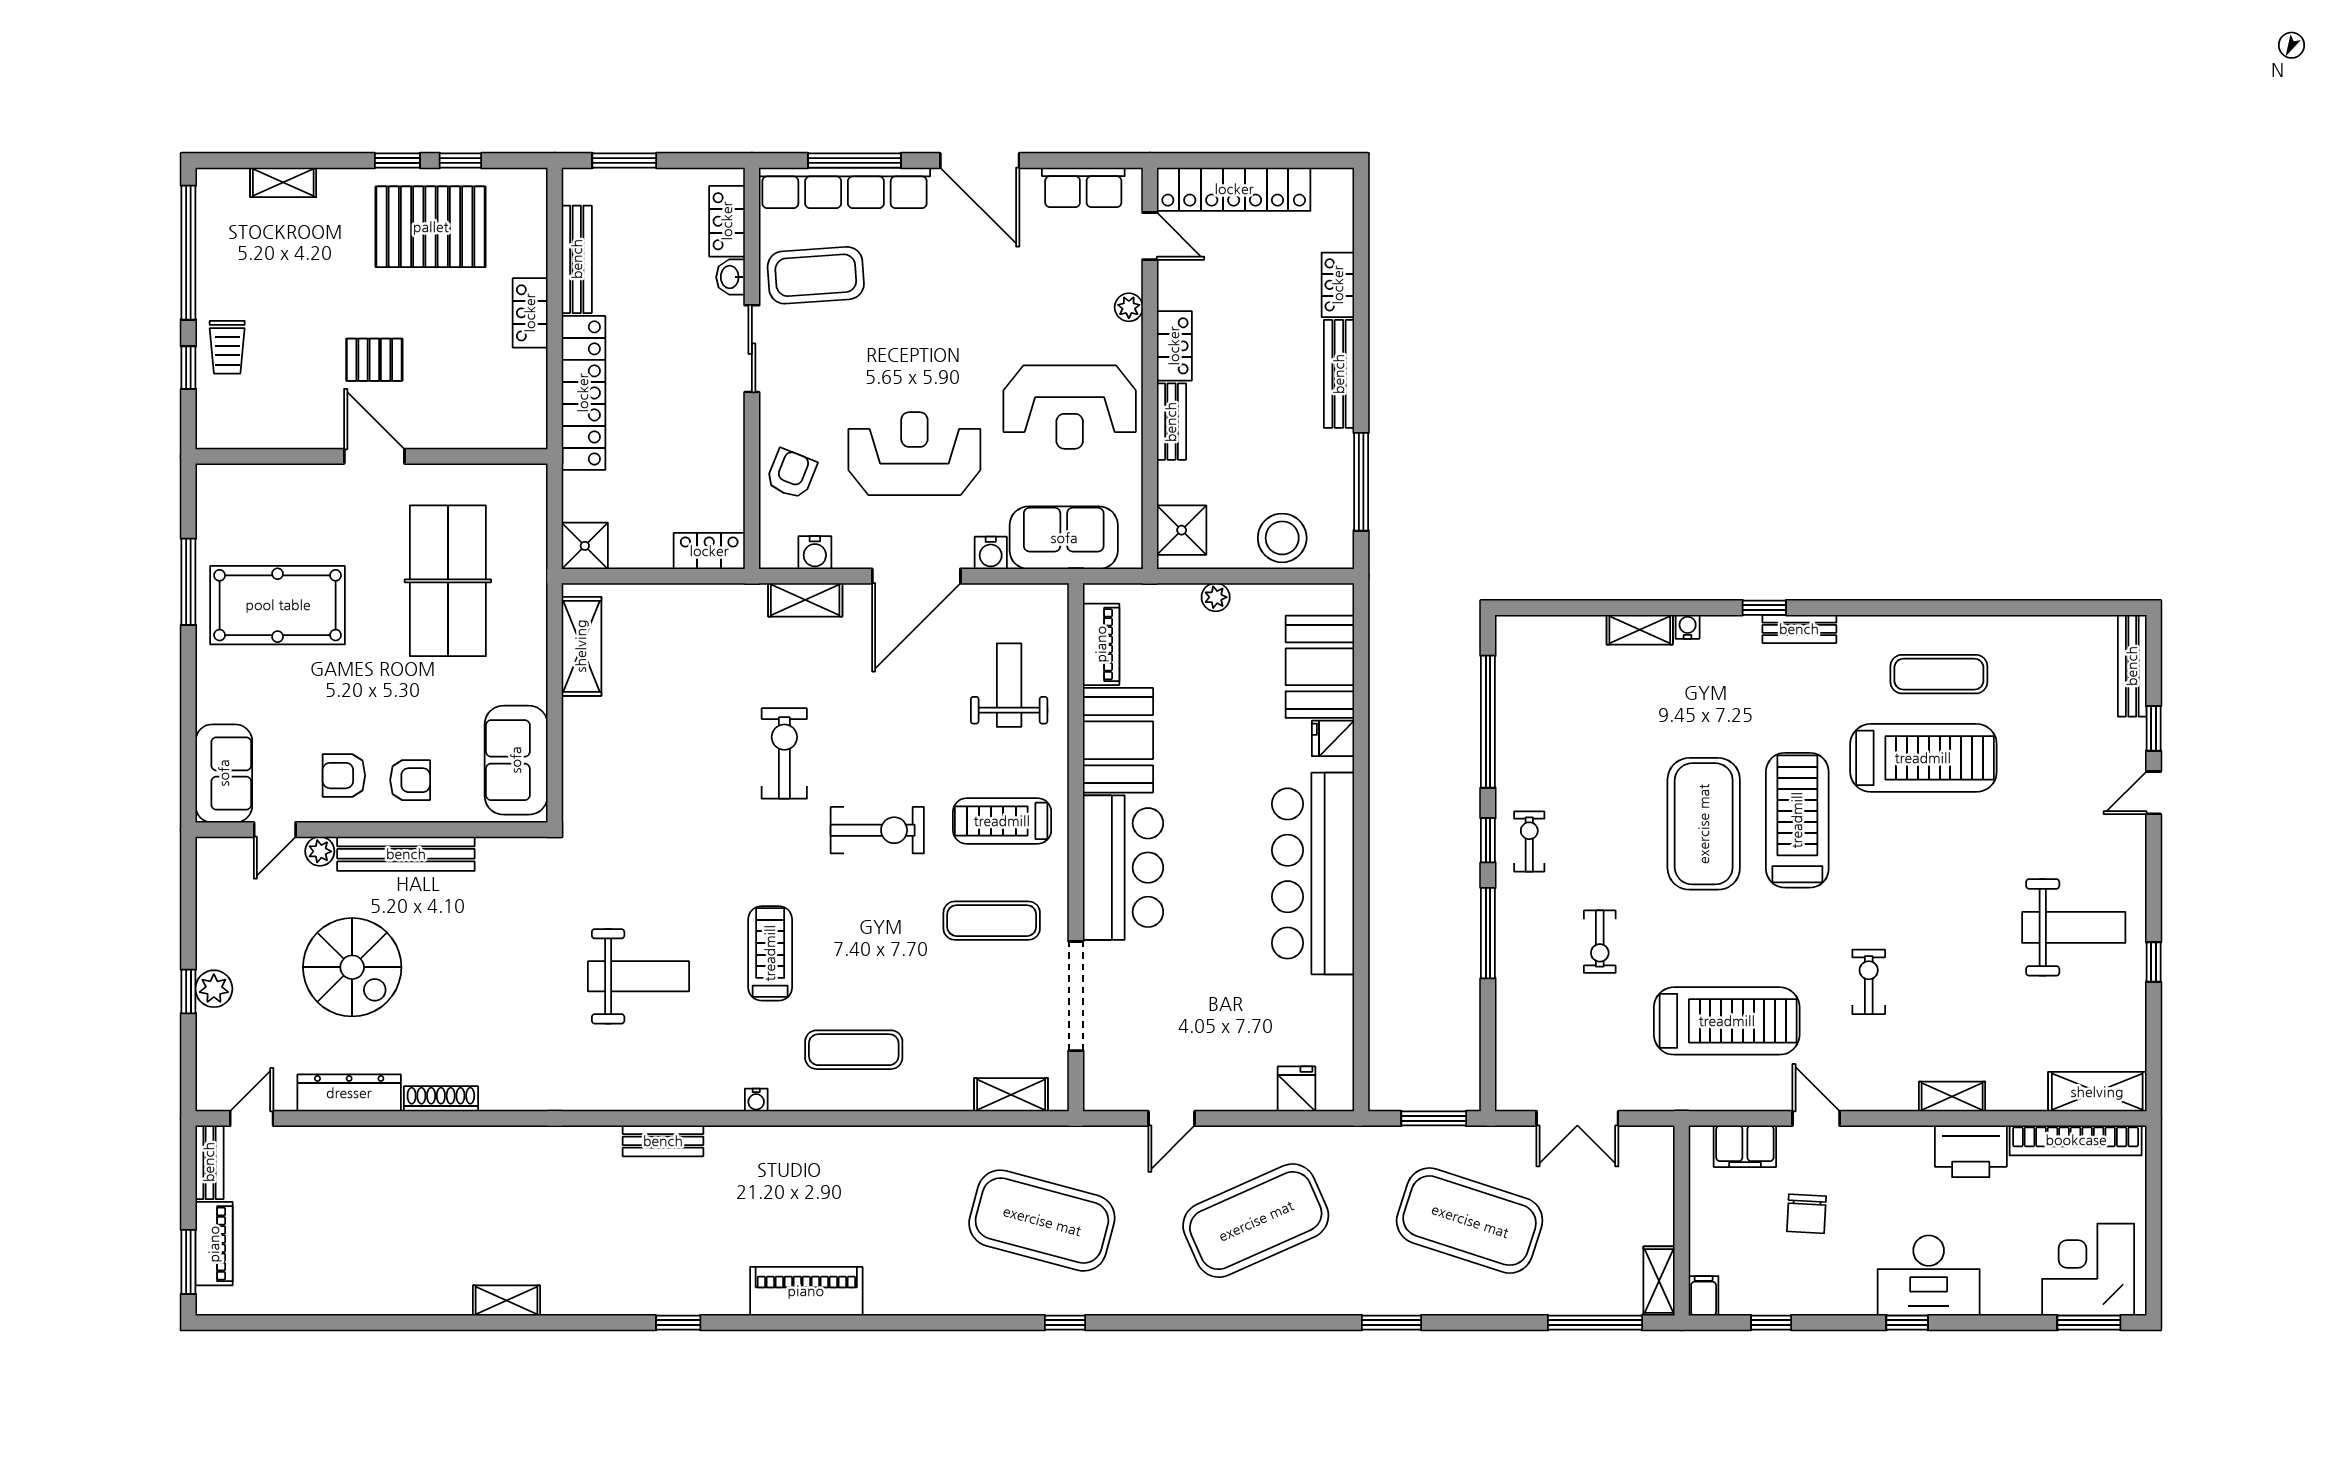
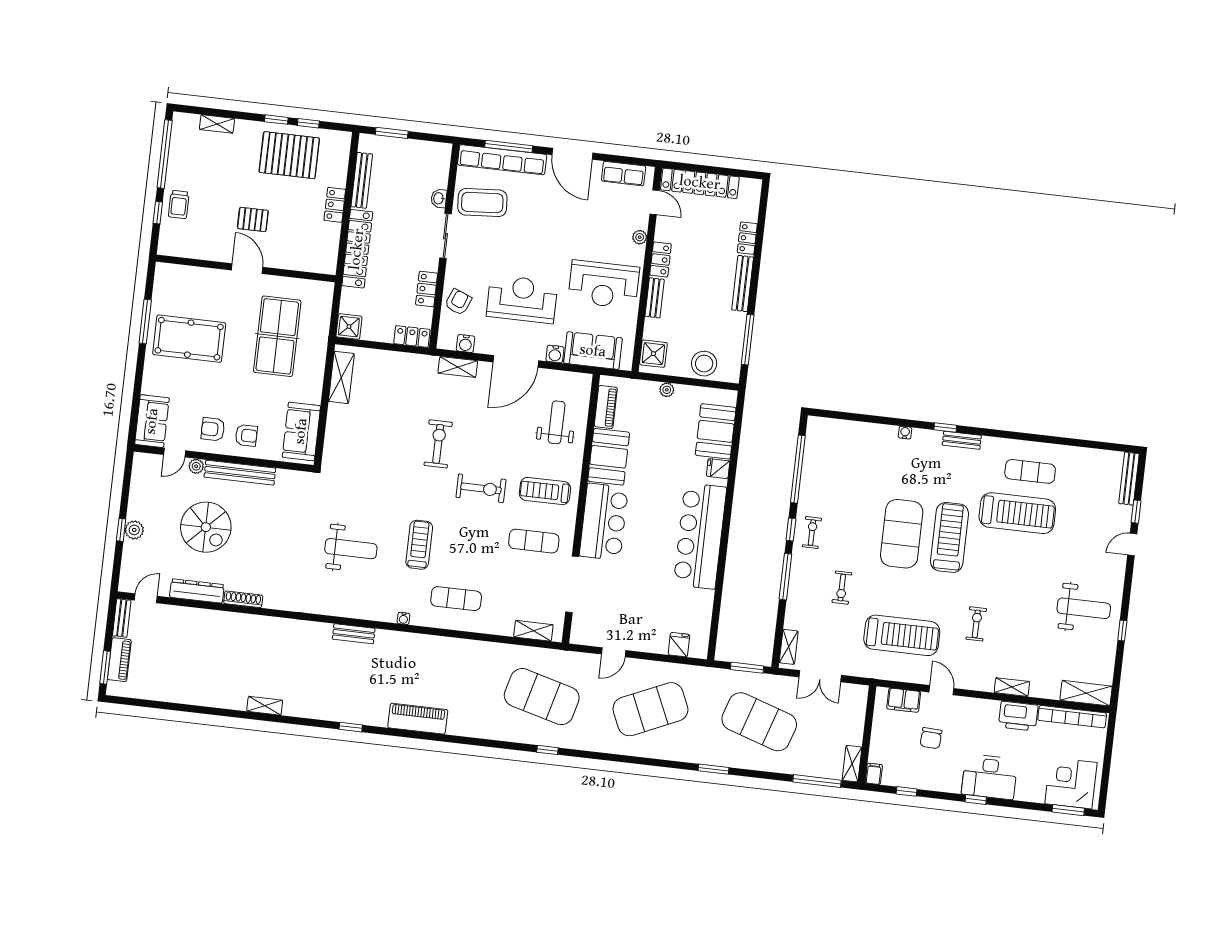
locker: (727, 221) -> (427, 289), moved
shelving: (1640, 630) -> (789, 647), moved, turned 90

